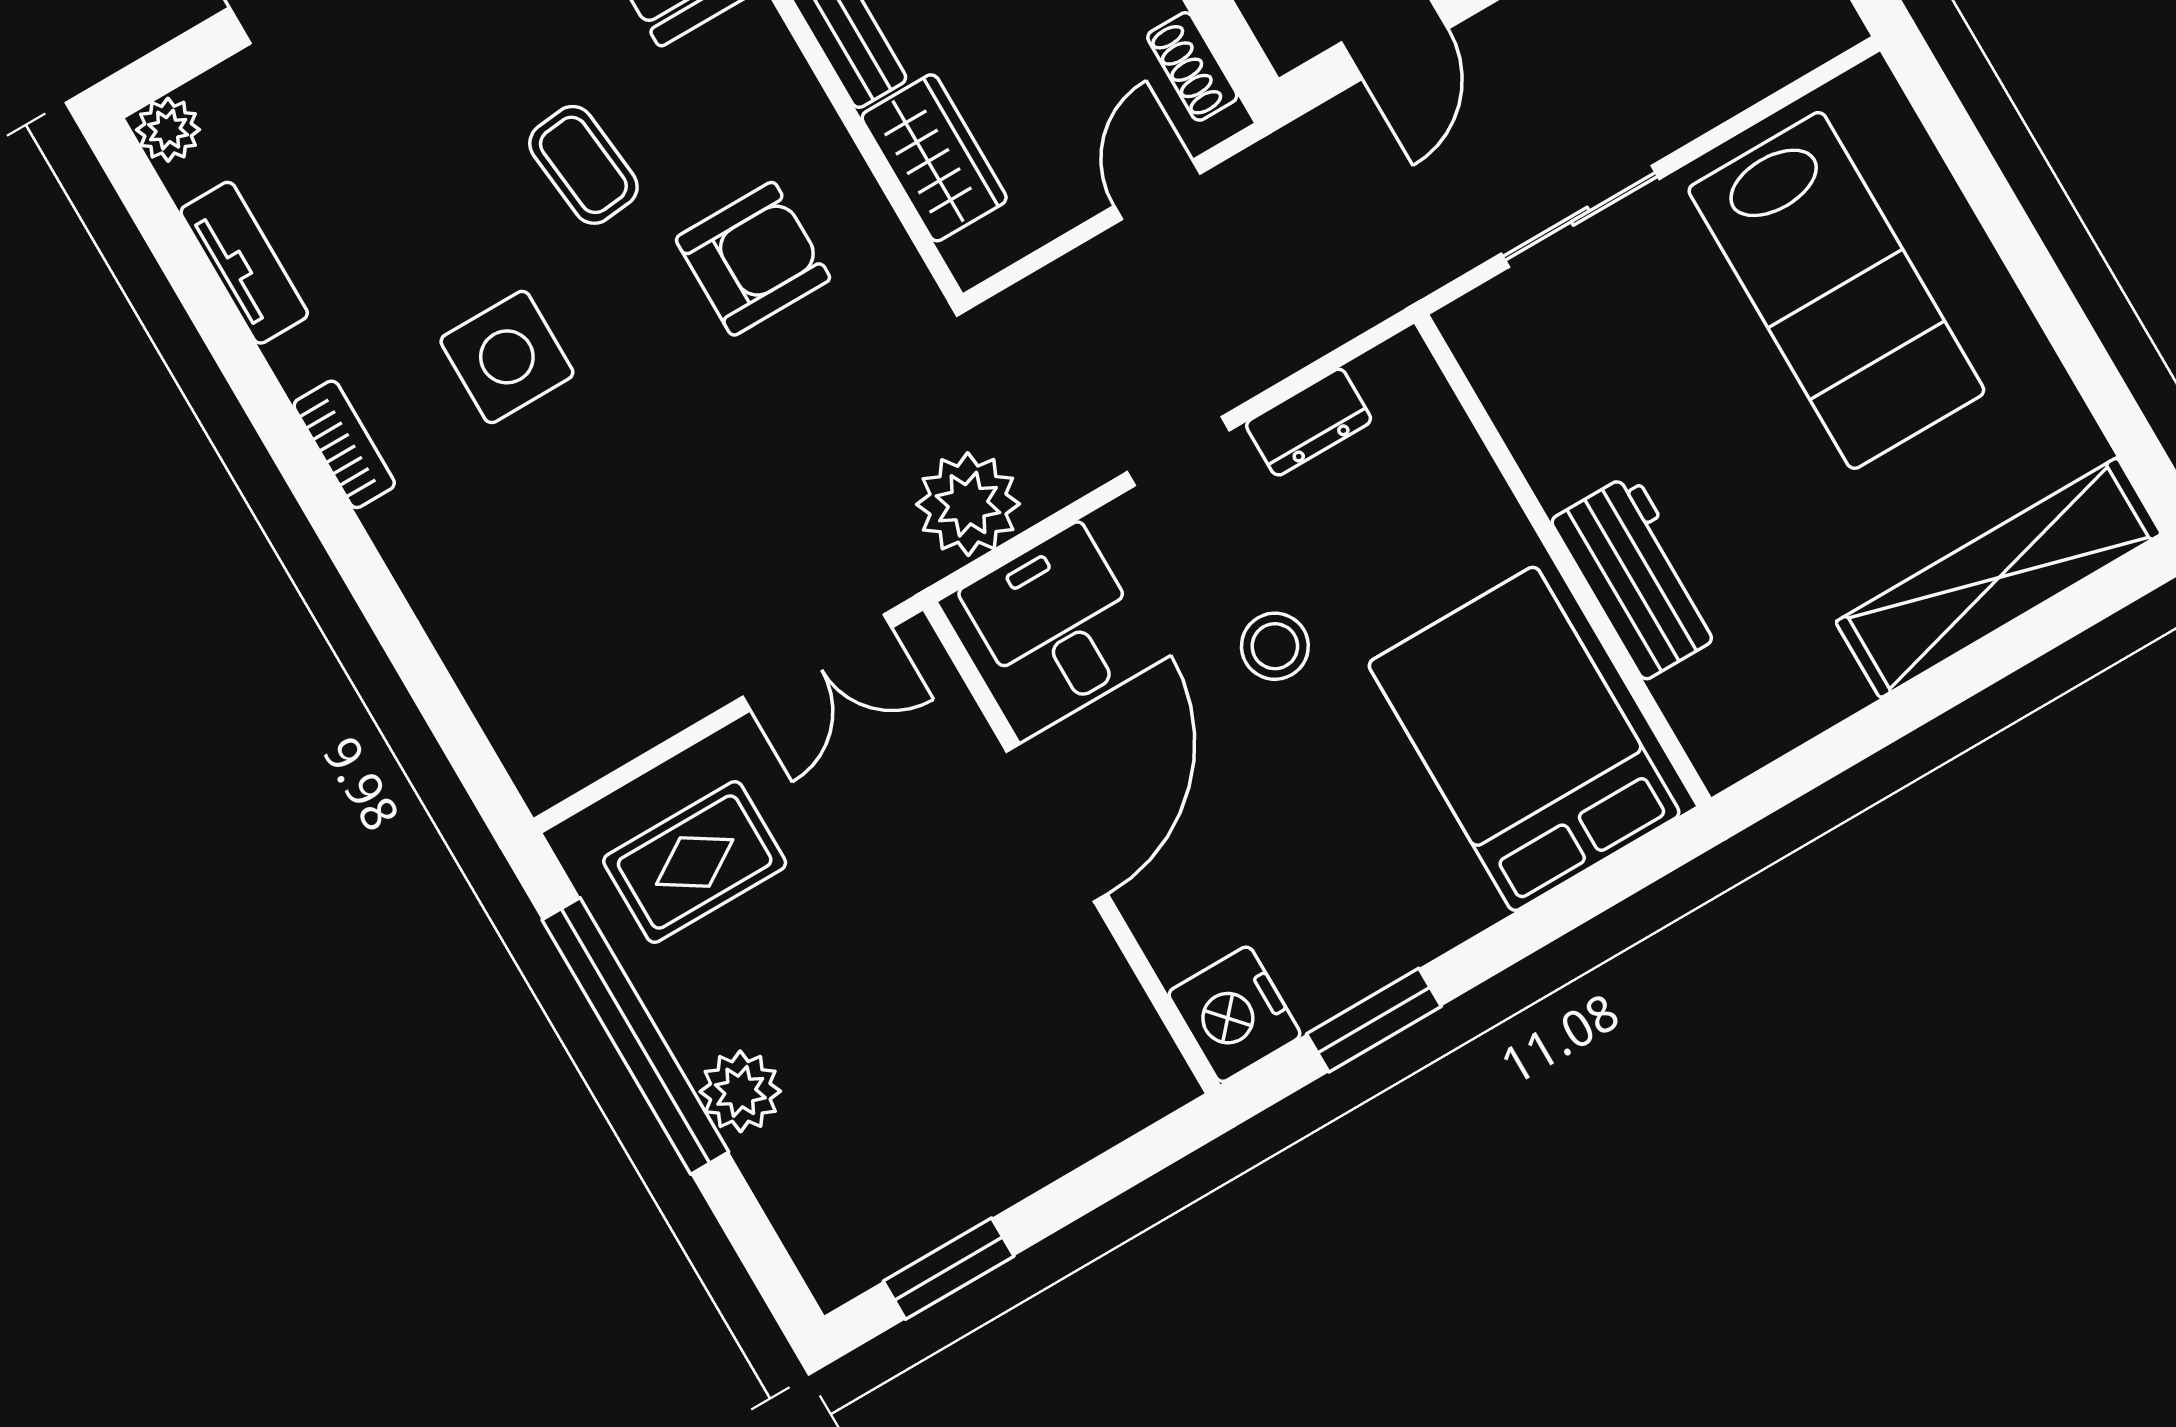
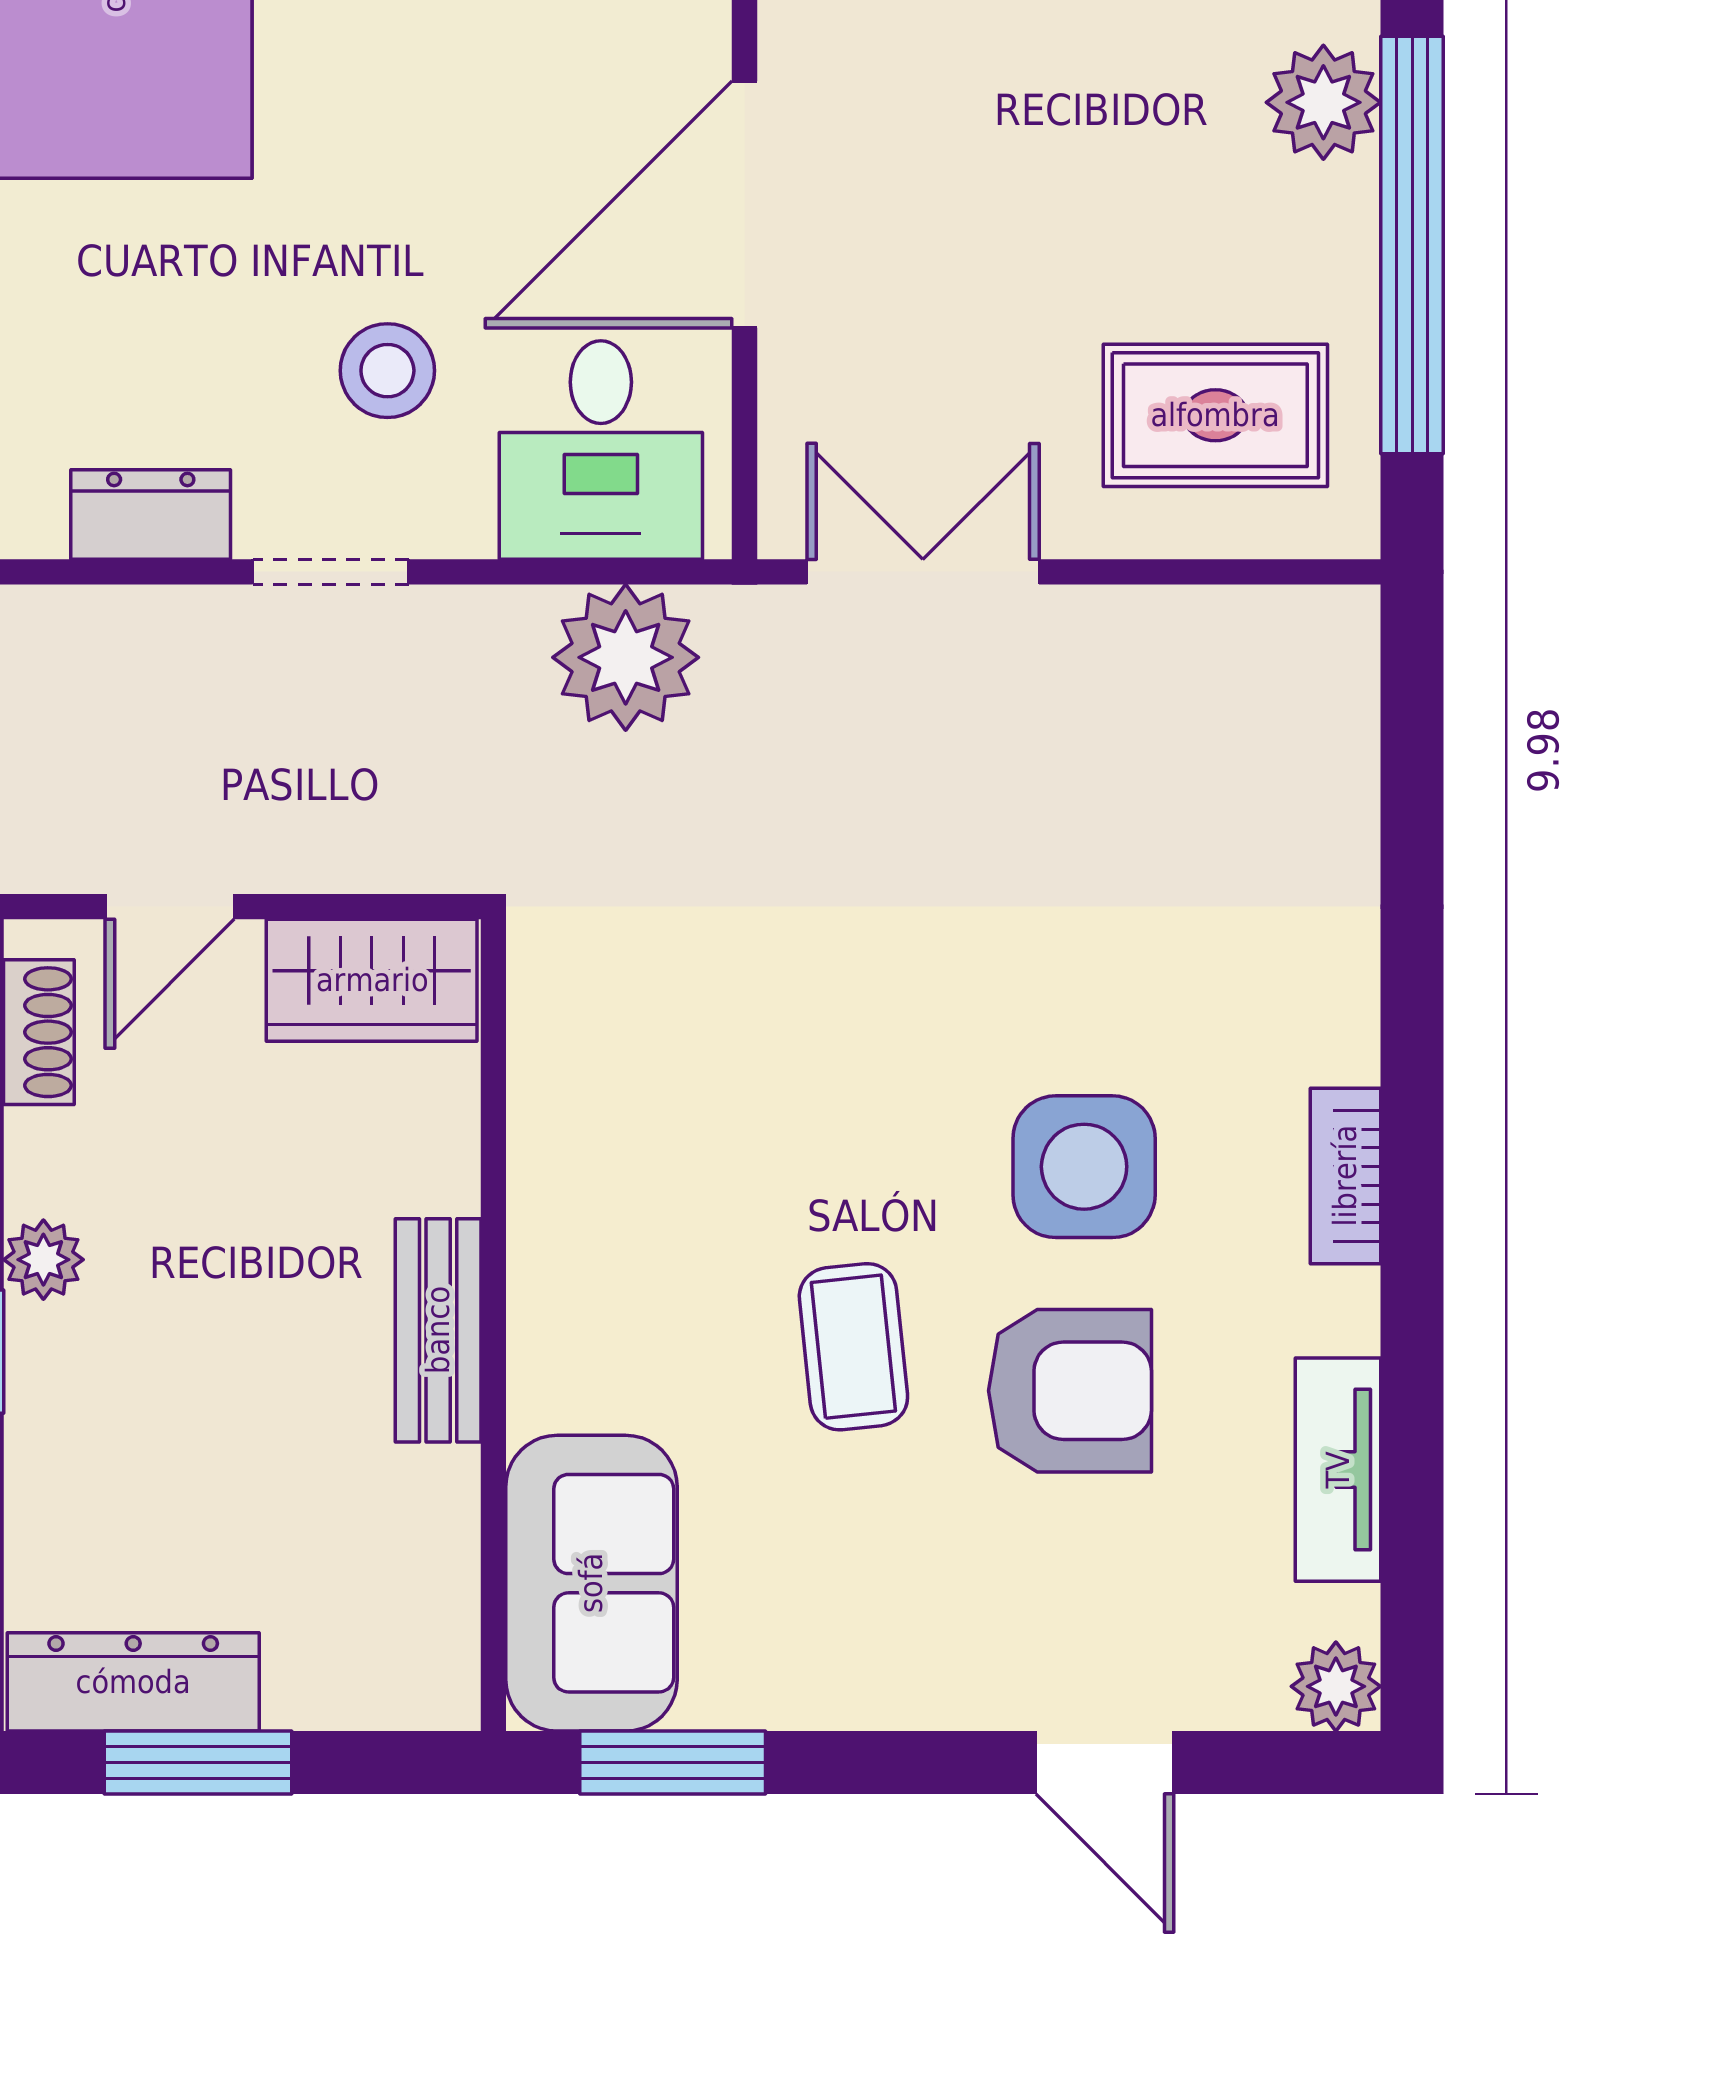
wardrobe: (934, 158) -> (372, 980), moved, turned -90
armchair: (753, 259) -> (1070, 1391), moved, turned 180
stool: (1275, 646) -> (387, 371), moved

